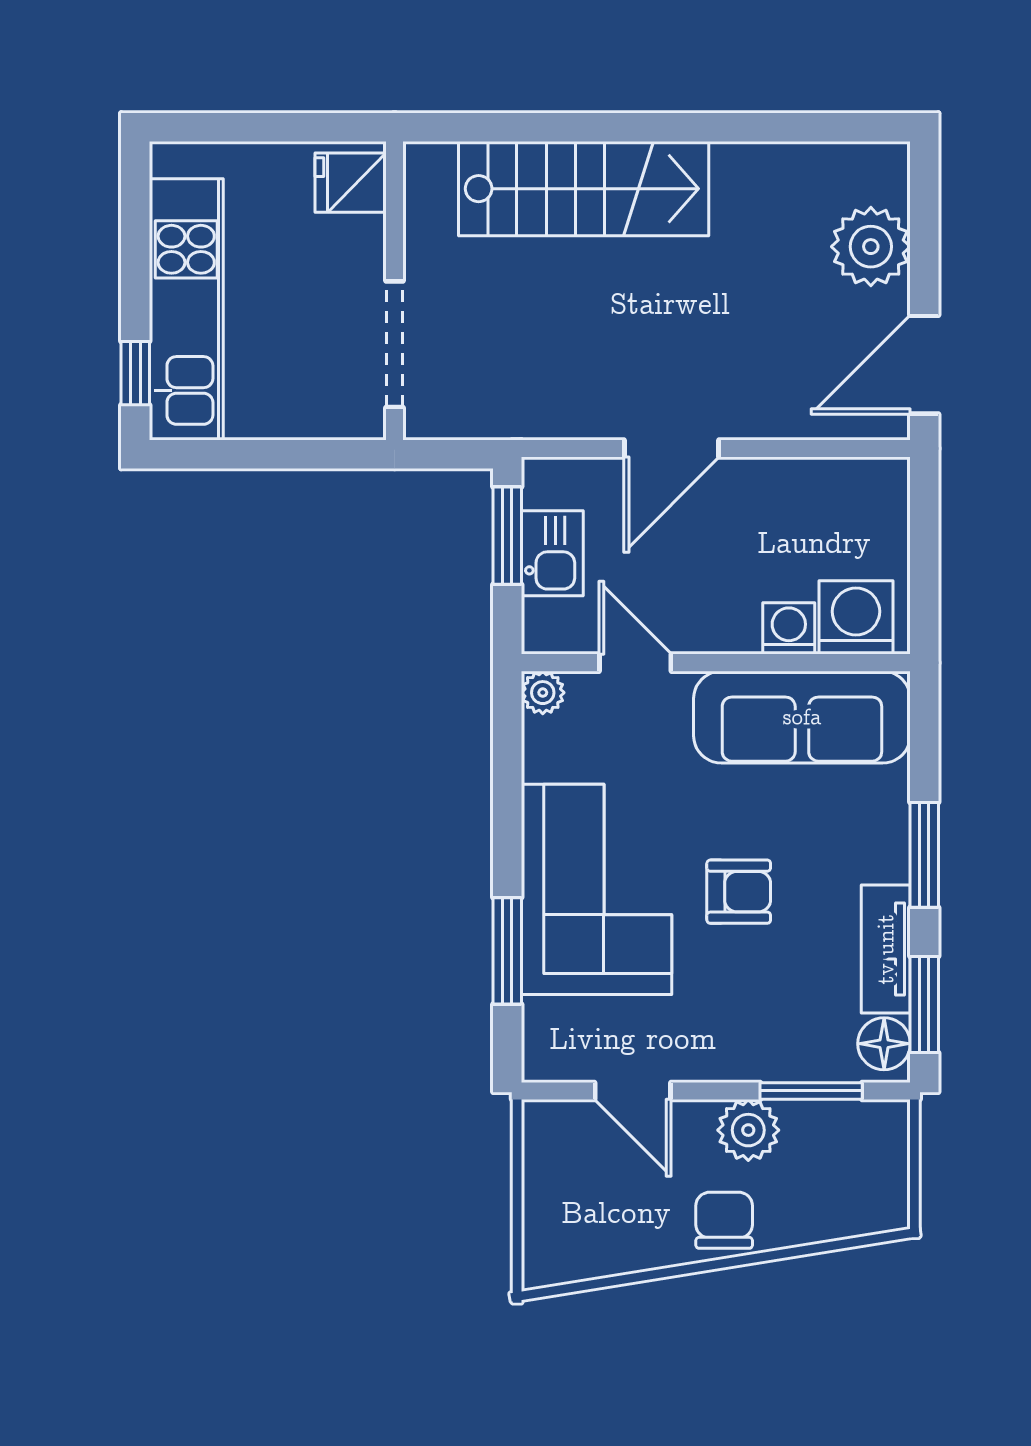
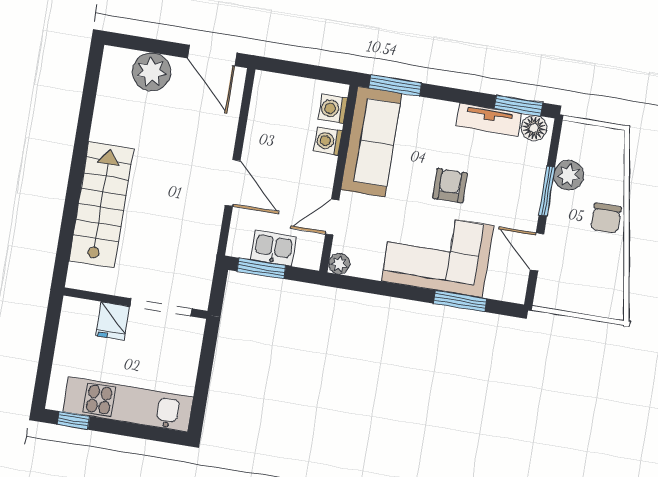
fridge: (351, 183) -> (112, 321), moved
window: (135, 373) -> (74, 420), moved
washing machine: (856, 617) -> (333, 109), width x0.73, depth x0.73
window: (924, 855) -> (395, 85), moved
door: (633, 1091) -> (537, 252), swing flipped
window: (811, 1091) -> (547, 191), moved
plant: (748, 1130) -> (569, 175), moved
chair: (724, 1220) -> (606, 218), turned -90

